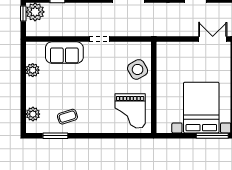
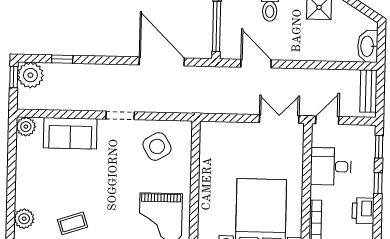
side table: (138, 69) -> (157, 146), moved
plant: (33, 70) -> (26, 127), moved

